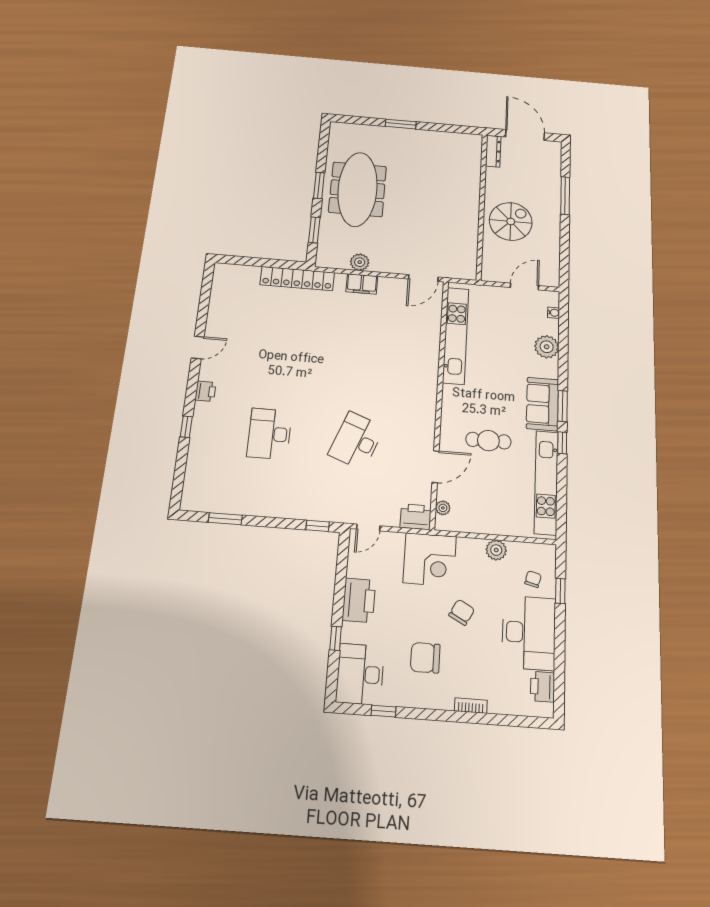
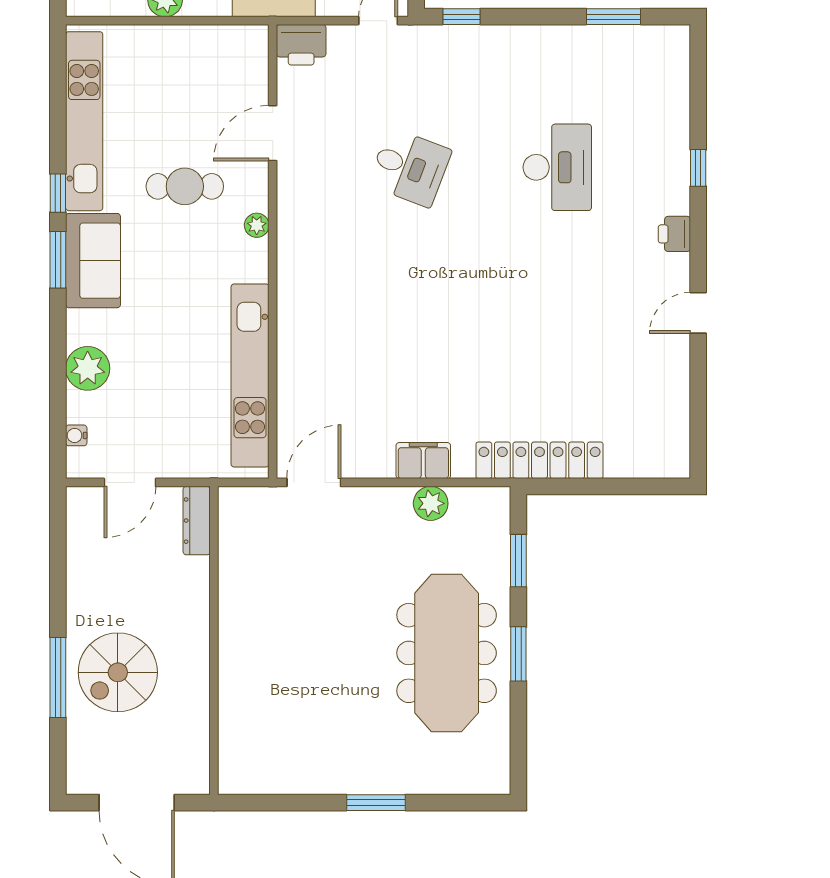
dresser: (493, 151) -> (197, 521), moved
spiral stairs: (511, 221) -> (118, 672), moved
desk: (356, 441) -> (410, 167), width x0.73
plant: (443, 508) -> (257, 225), moved

